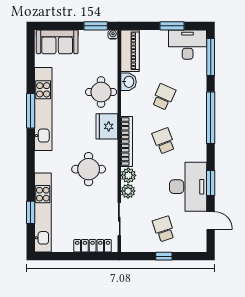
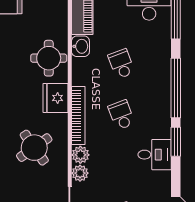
school desk: (164, 97) -> (121, 64), turned -45
round table: (89, 169) -> (34, 148), turned -35
window: (211, 183) -> (176, 142), moved
desk: (188, 187) -> (155, 155), width x0.53, depth x0.77

